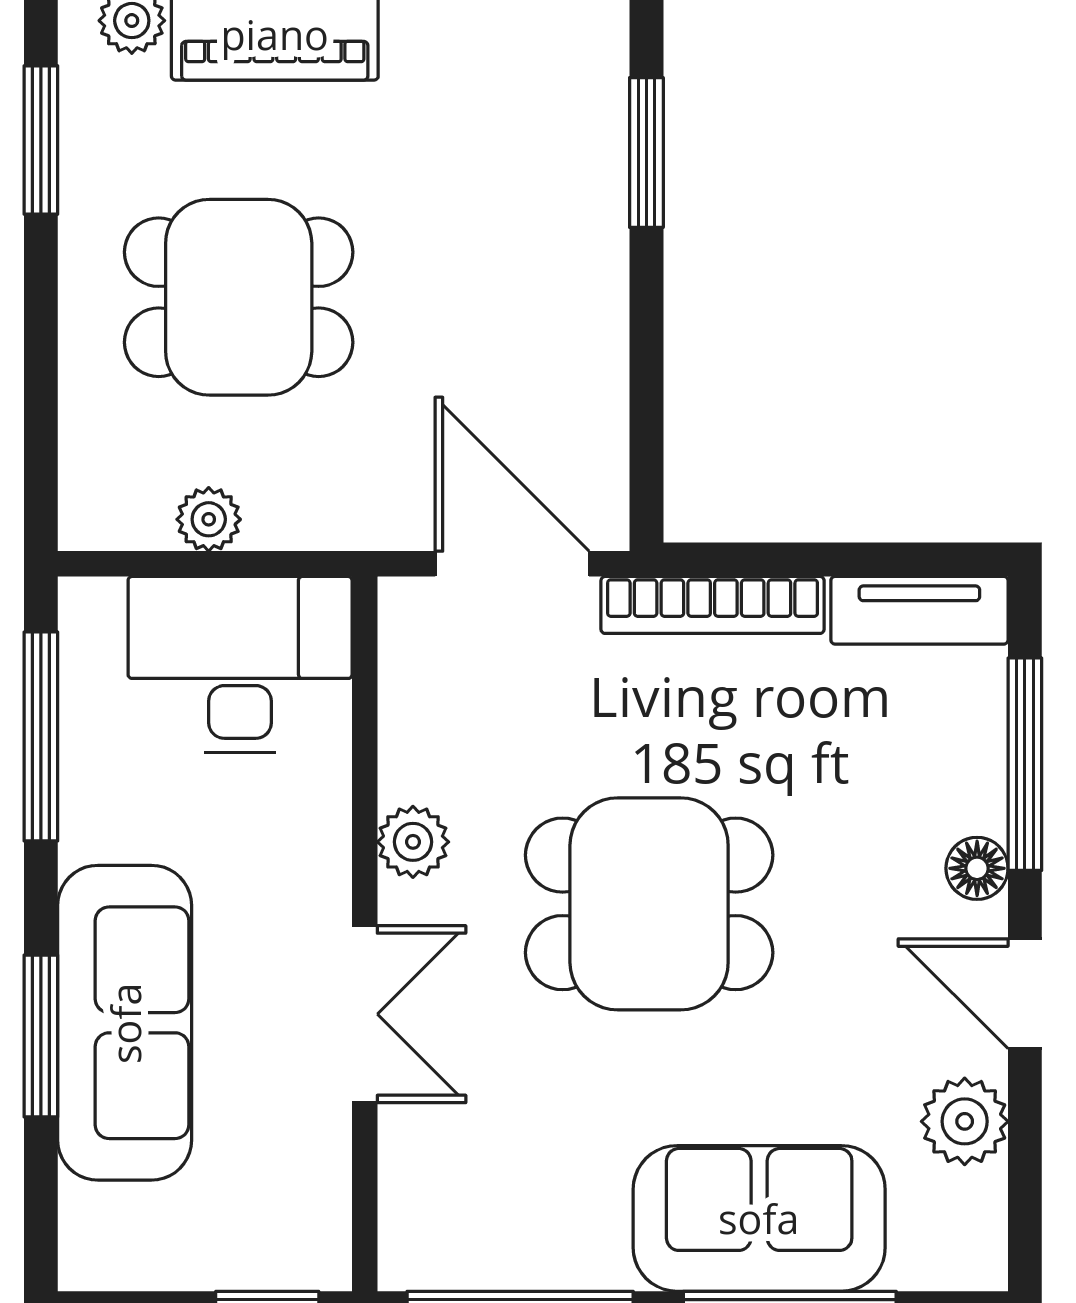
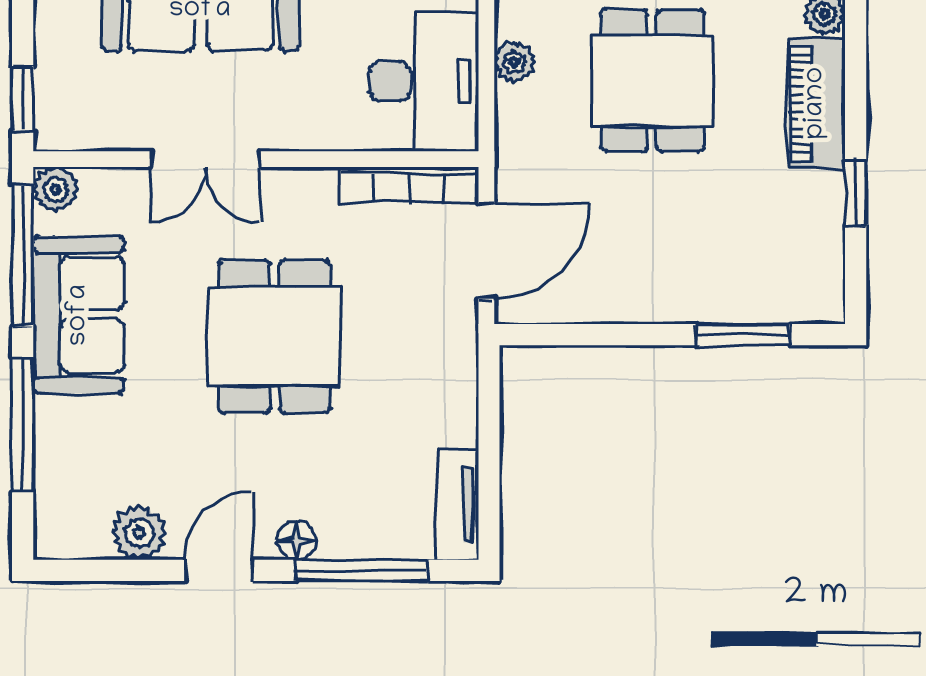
bookcase: (713, 605) -> (409, 185), moved, turned -90
plant: (413, 842) -> (55, 189), moved
sofa: (759, 1218) -> (79, 315), moved

